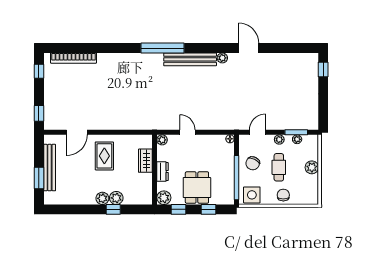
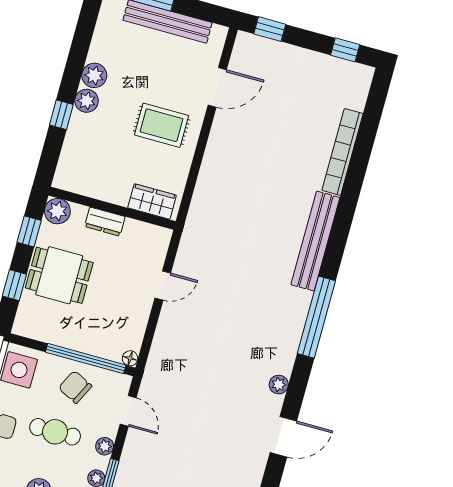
window: (162, 48) -> (316, 317), moved
bookcase: (74, 58) -> (342, 152), moved
bench: (190, 59) -> (315, 241), moved
door: (77, 132) -> (217, 87), swing flipped
plant: (162, 140) -> (162, 236), removed
wardrobe: (145, 161) -> (152, 201), moved
window: (236, 178) -> (86, 359), moved
plant: (116, 198) -> (94, 75), moved

